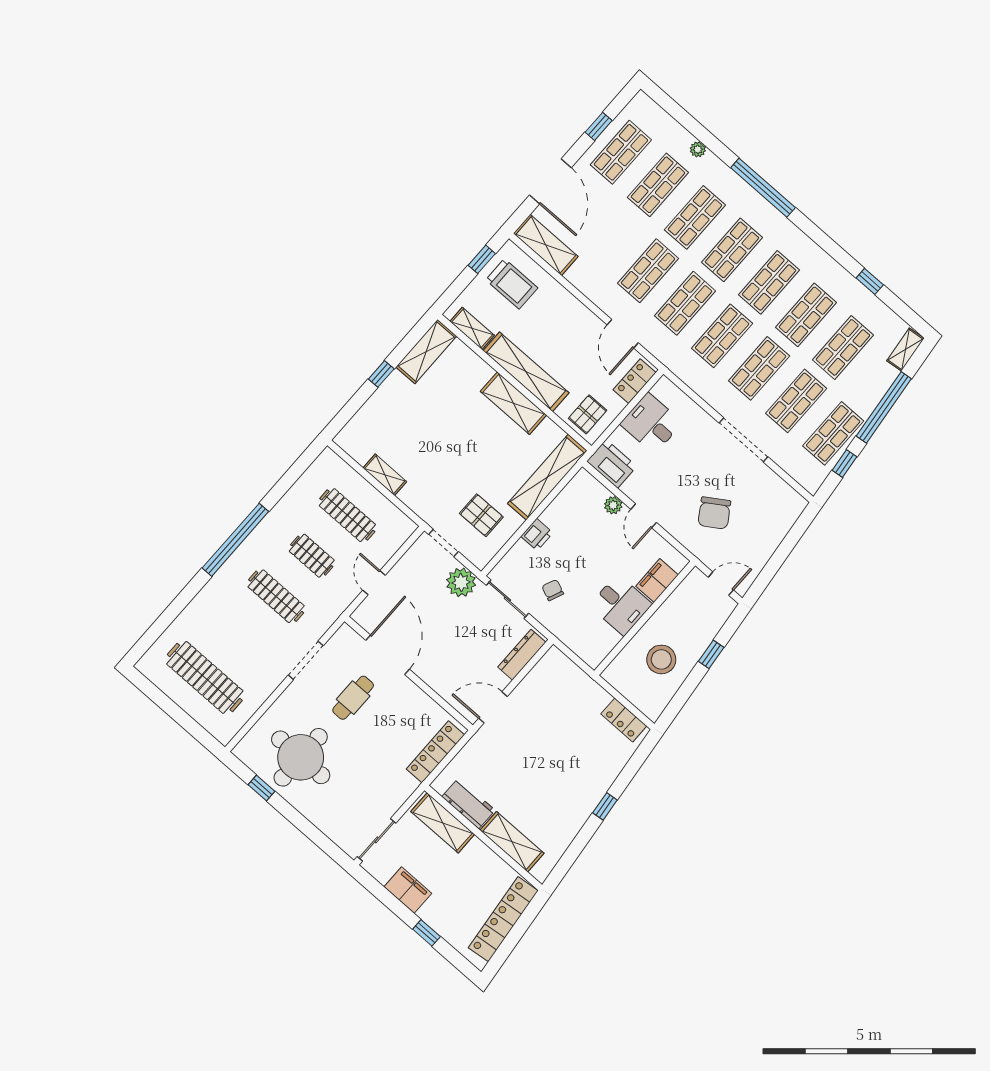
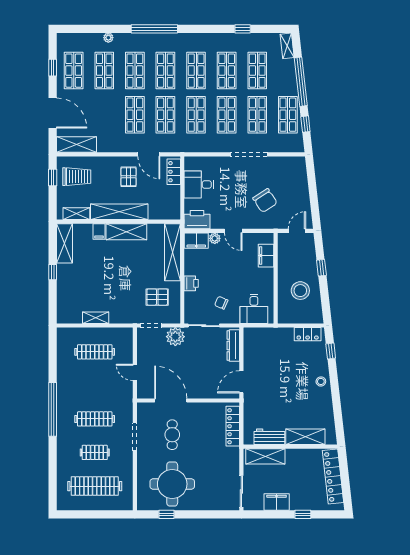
filing cabinet: (481, 374) -> (99, 231), added
pallet: (588, 414) -> (128, 177), moved
filing cabinet: (588, 488) -> (196, 241), added
clothes rail: (312, 556) -> (95, 452), moved
desk: (621, 605) -> (254, 309), moved, turned 90
stool: (590, 791) -> (321, 381), added
window: (605, 806) -> (331, 351), moved

